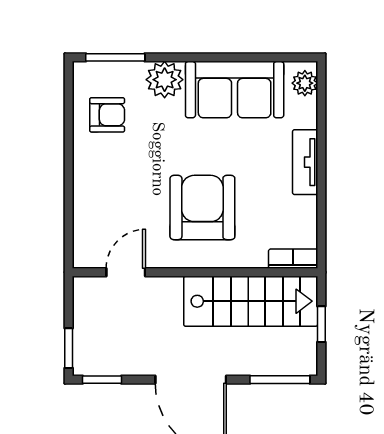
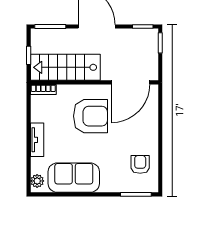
plant: (165, 80) -> (110, 183), removed
armchair: (107, 115) -> (140, 164), turned 90
armchair: (202, 208) -> (91, 116), turned -90
door: (126, 272) -> (130, 82), width x1.87

